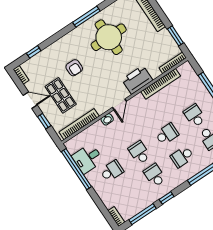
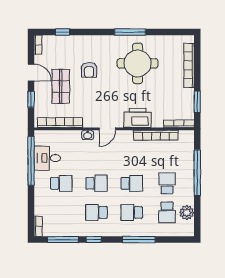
school desk: (139, 152) -> (96, 183), turned 90
school desk: (155, 175) -> (96, 212), turned -90

